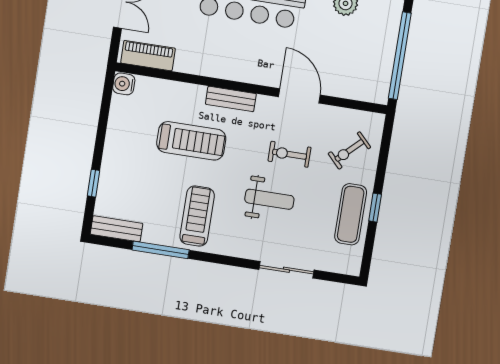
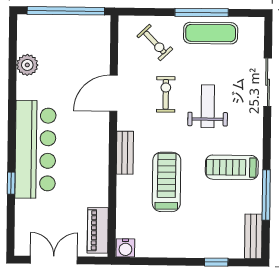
exercise bike: (290, 154) -> (166, 94), turned 180
window: (375, 208) -> (202, 13), width x2.17

